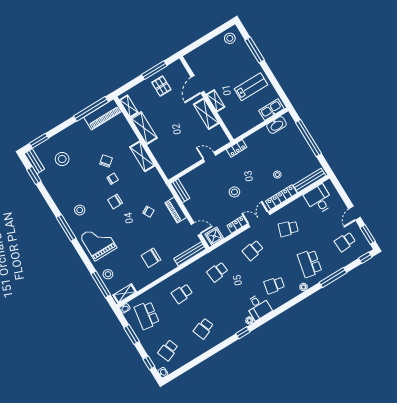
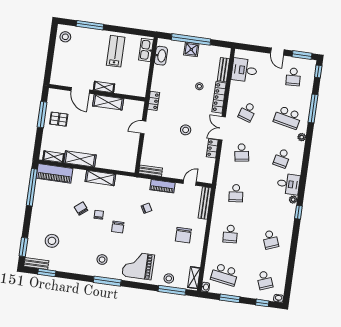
piano: (103, 114) -> (55, 173), moved, turned 90
bench: (309, 181) -> (224, 70), width x0.73
shower: (214, 236) -> (191, 49), moved

